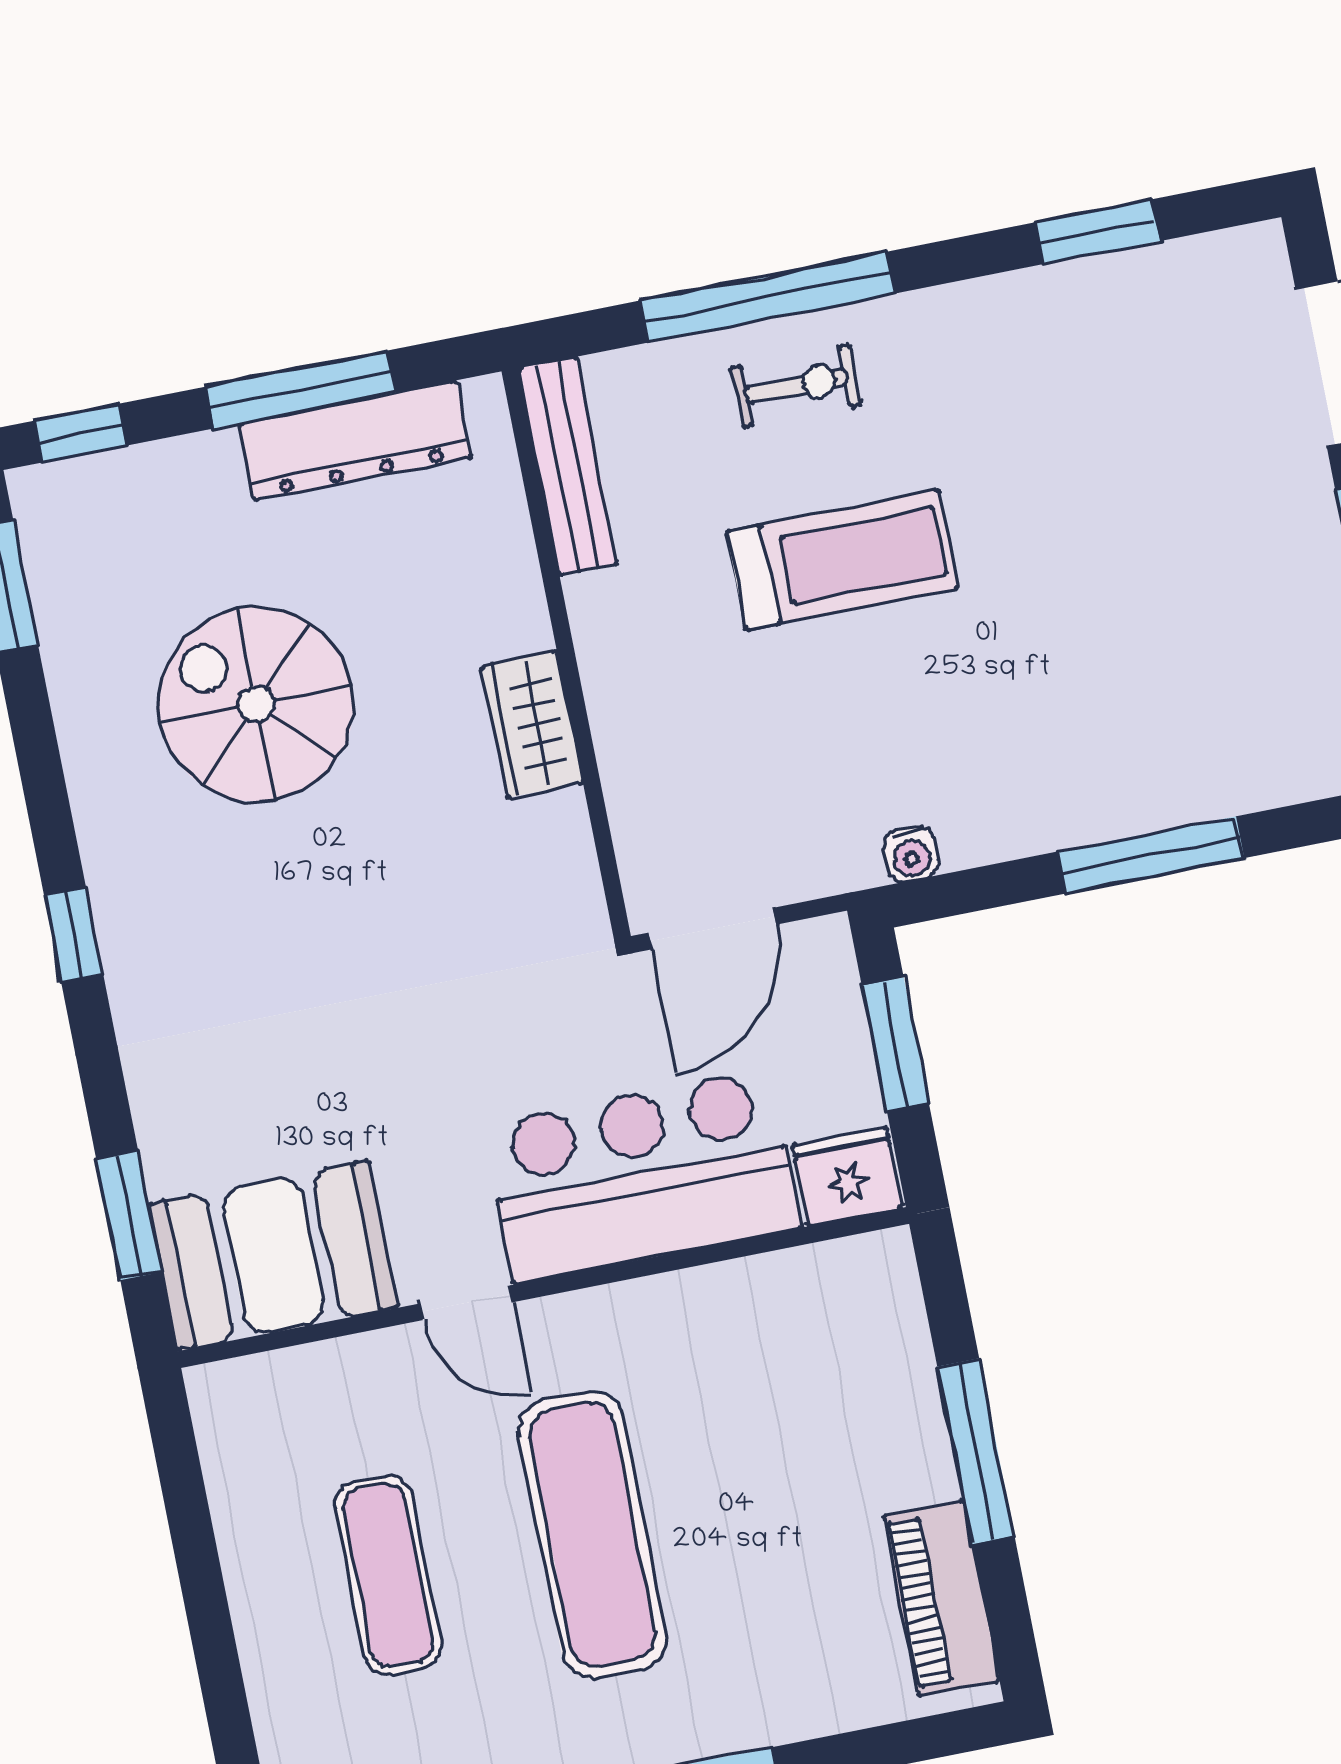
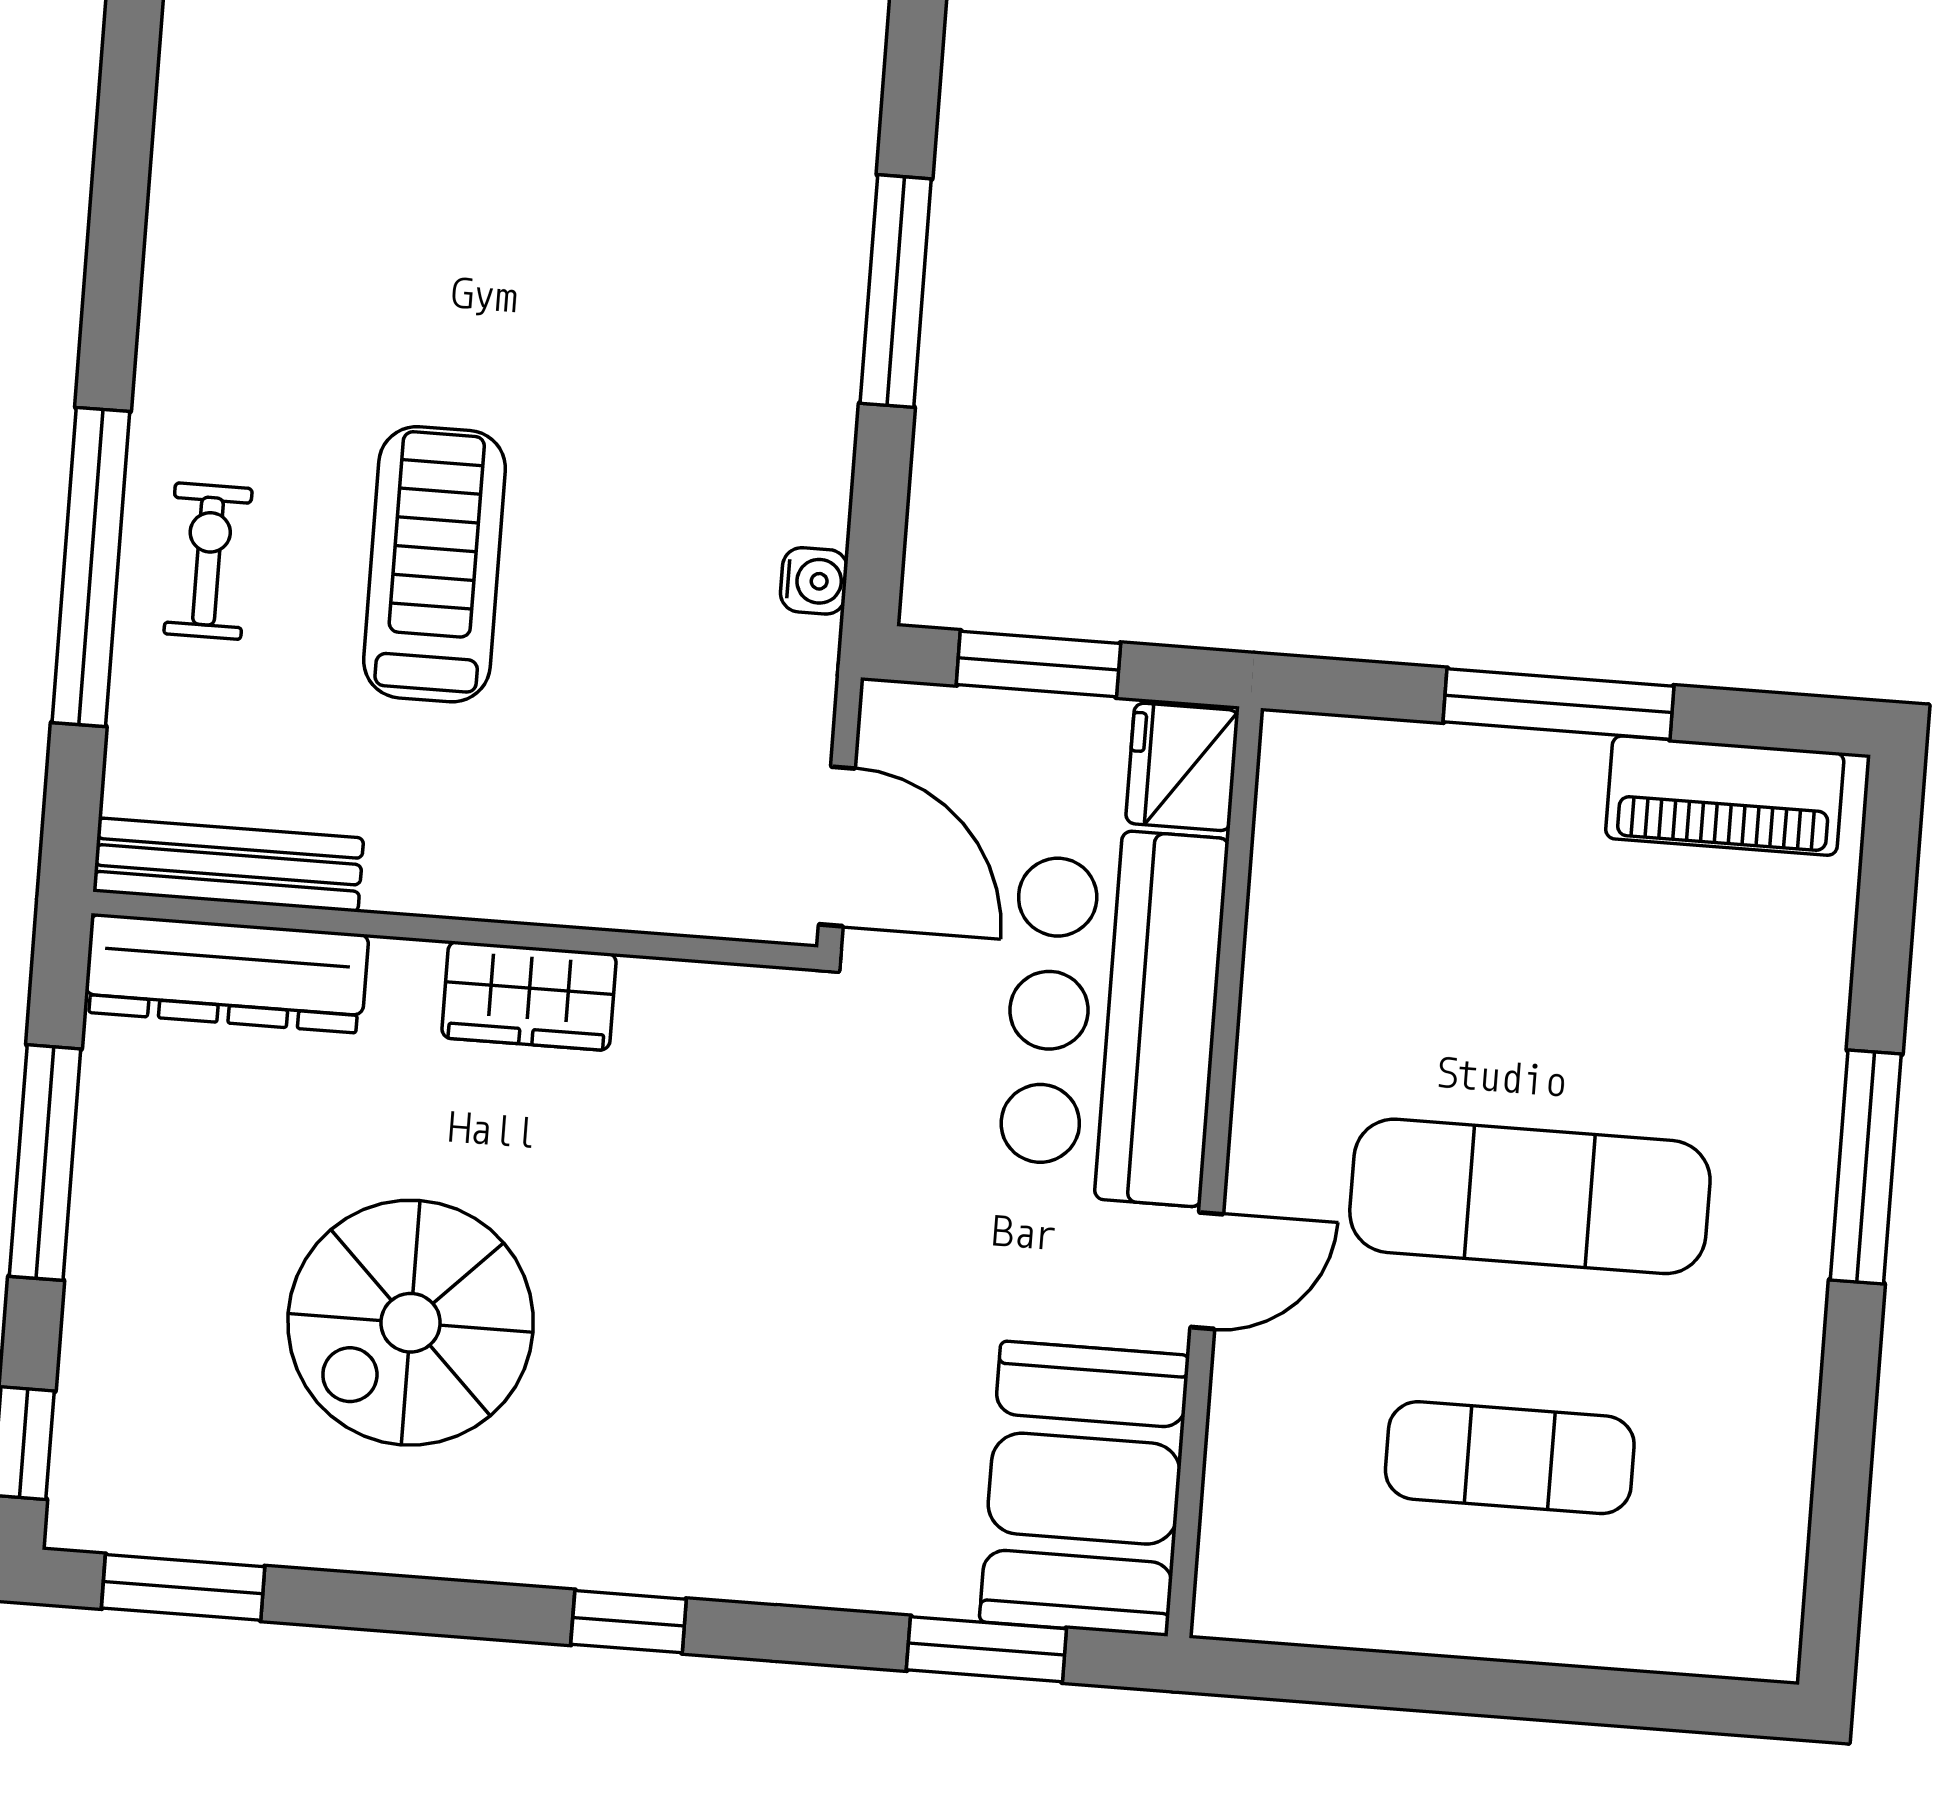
window: (1097, 232) -> (123, 145), removed
dresser: (355, 441) -> (226, 973), moved, turned 90

